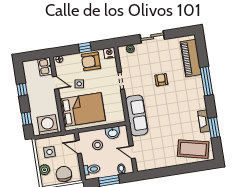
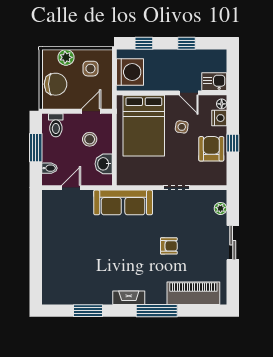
nightstand: (109, 53) -> (219, 118), moved
door: (55, 83) -> (189, 93), hinge flipped
fireplace: (204, 121) -> (129, 298), moved
coffee table: (193, 149) -> (62, 276), removed

